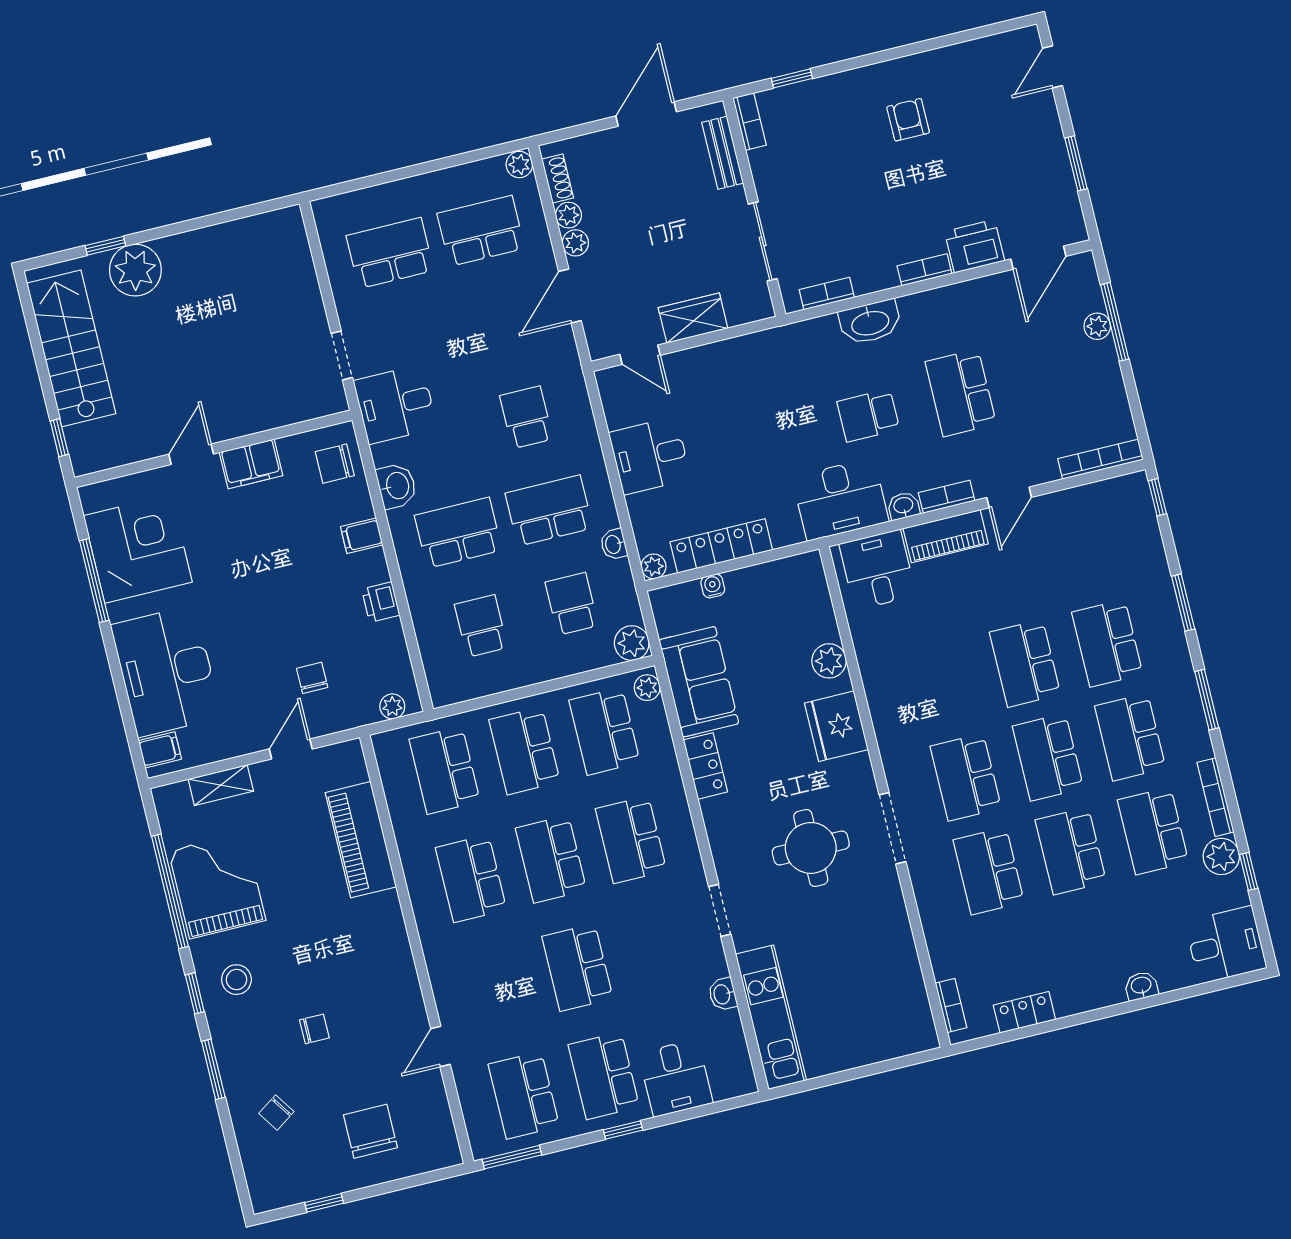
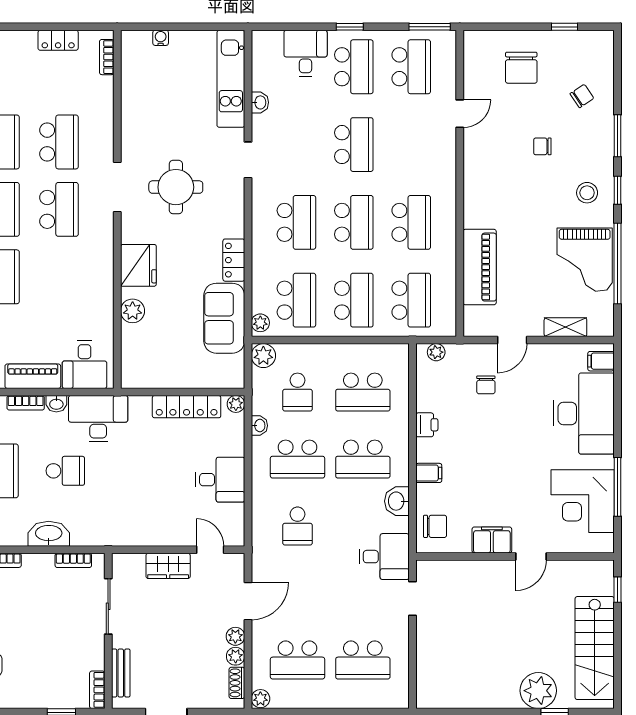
water cooler: (713, 586) -> (161, 38), moved, turned 180
school desk: (481, 626) -> (363, 392), width x1.85

